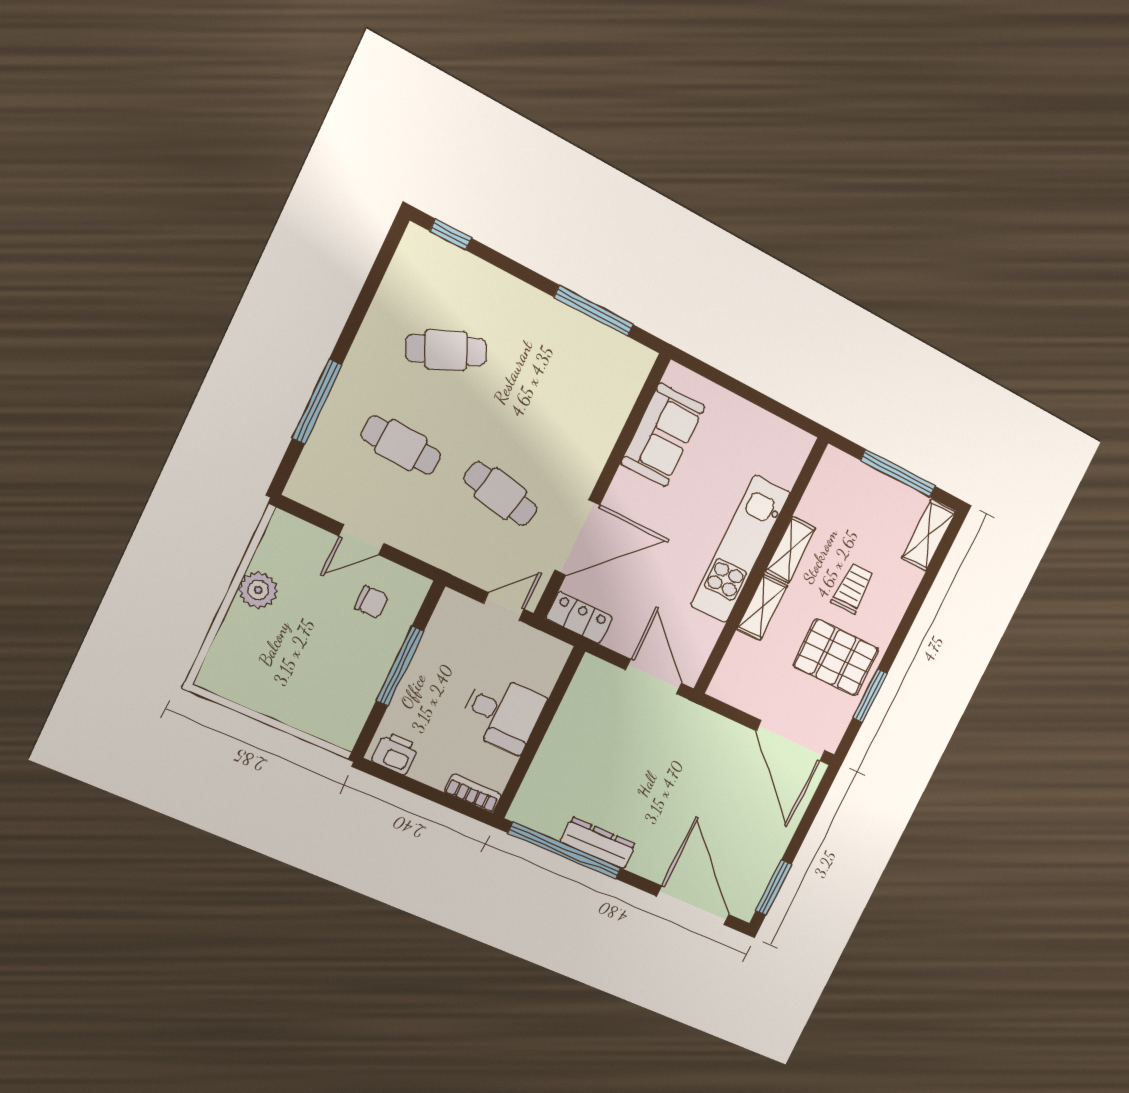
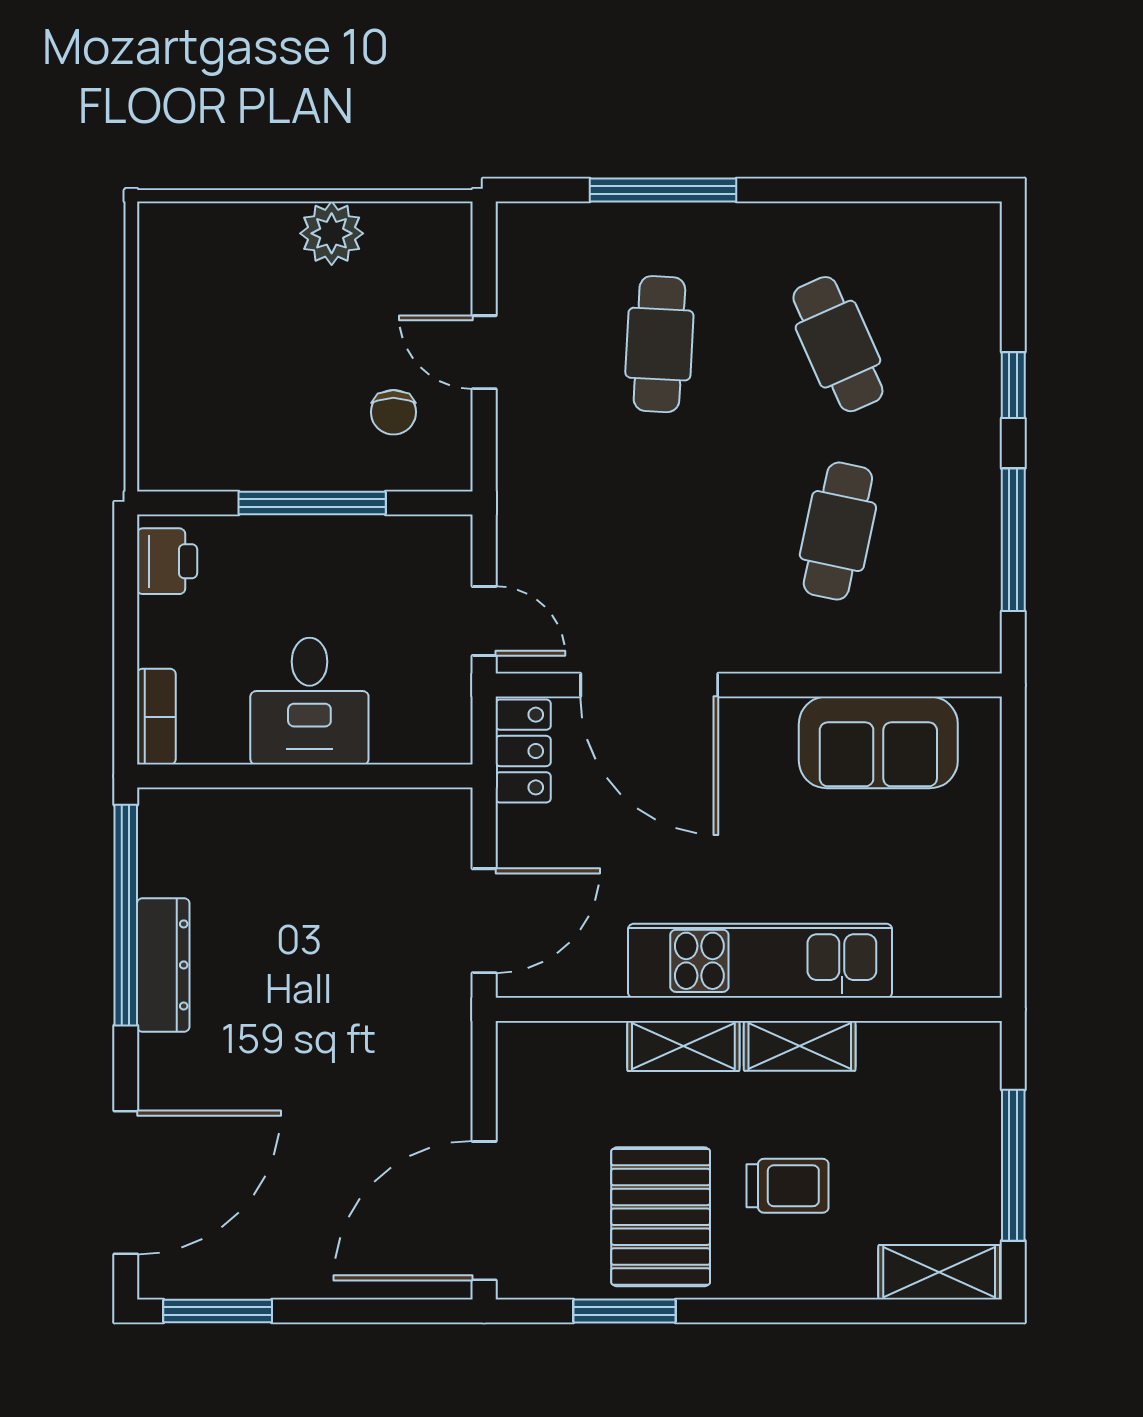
window: (451, 234) -> (1013, 385), moved
cafe table: (500, 494) -> (838, 531), moved

